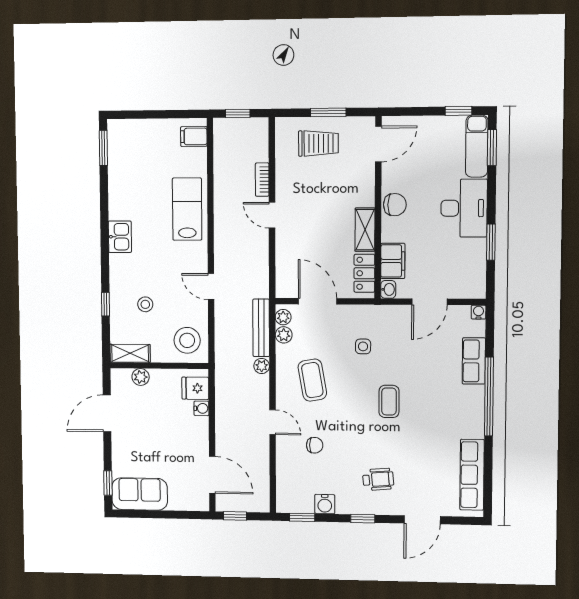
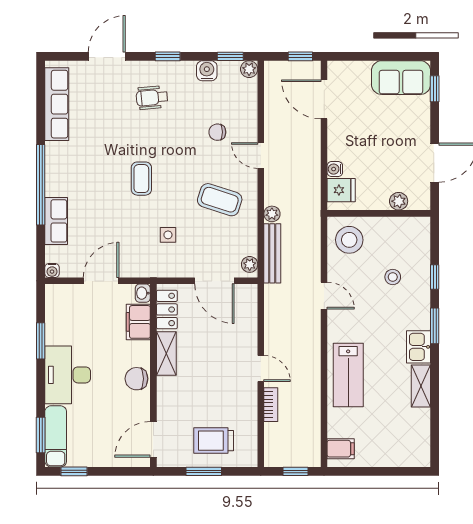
window: (103, 148) -> (435, 326), moved
plant: (284, 335) -> (249, 69), moved
shelving: (130, 353) -> (421, 386), moved, turned 90
coffee table: (312, 380) -> (220, 200), turned -62

